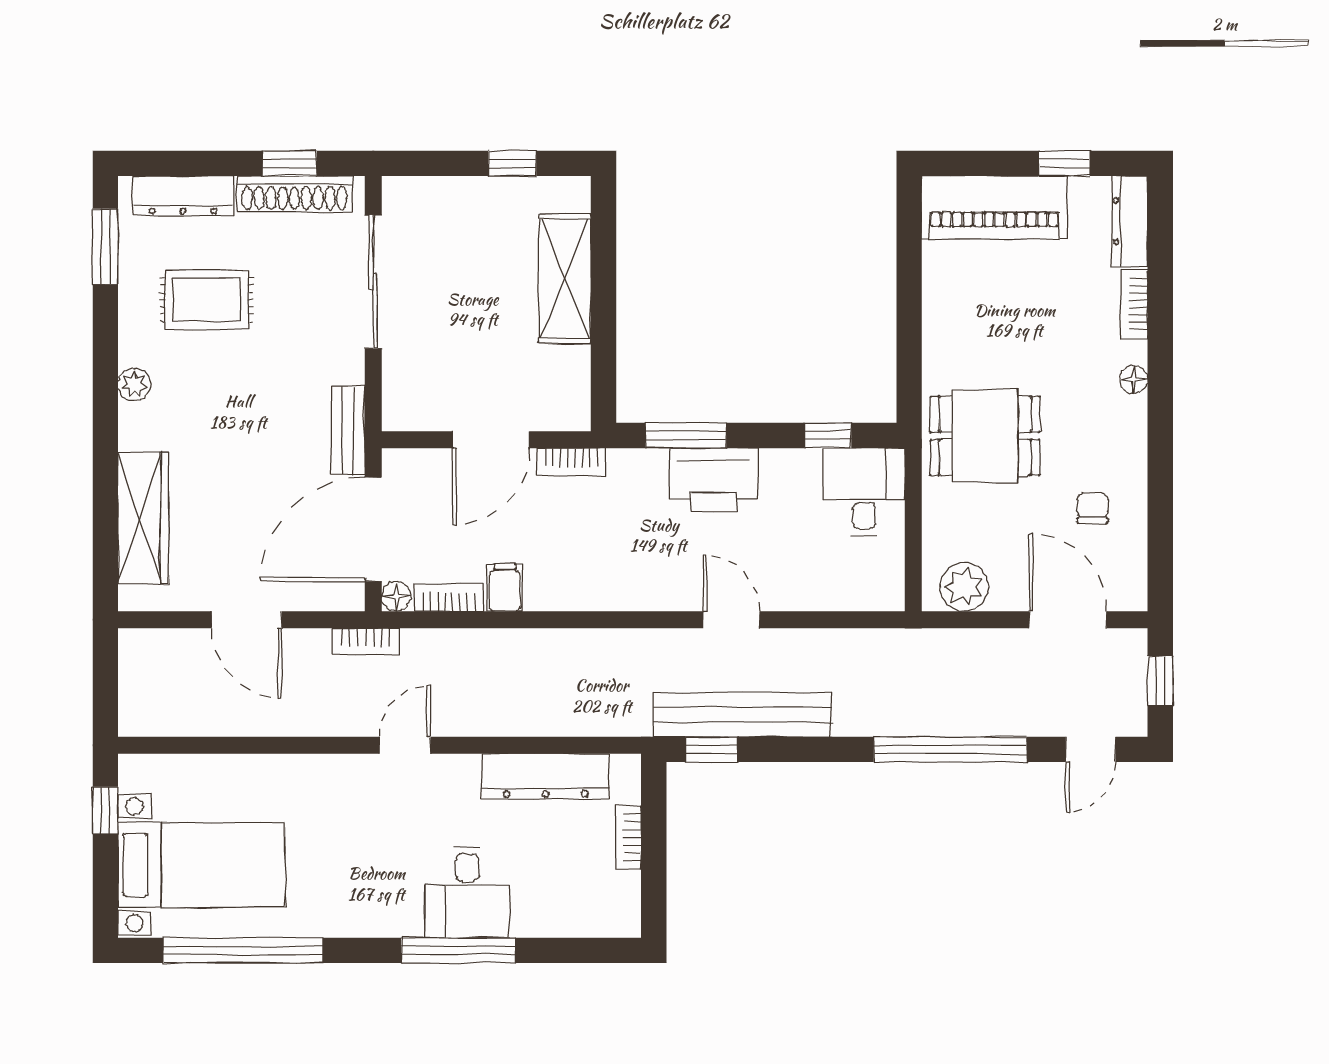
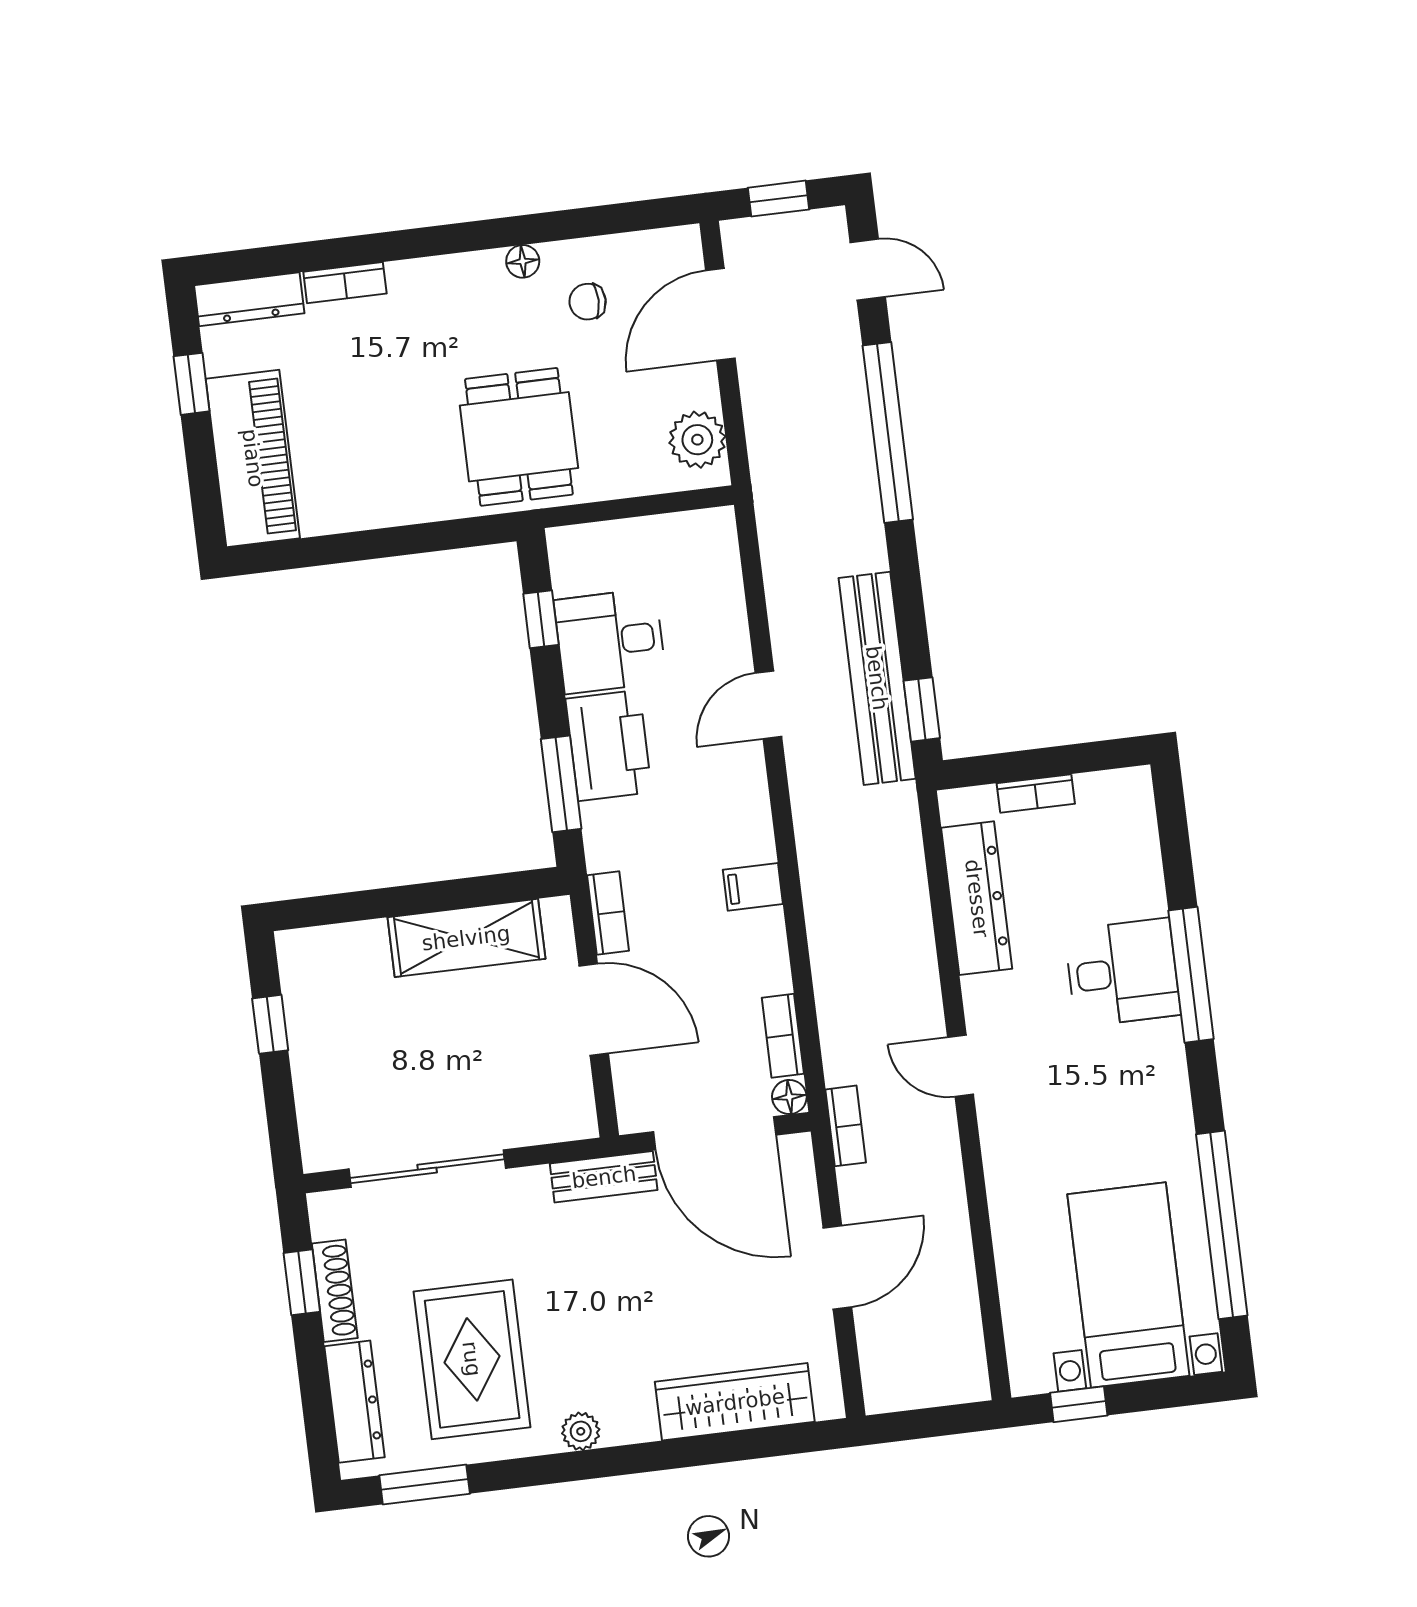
shoe rack: (295, 194) -> (335, 1291), width x0.74, depth x0.81
shelving: (565, 279) -> (466, 938), moved
rug: (207, 300) -> (472, 1359), width x1.36, depth x1.43
floor lamp: (1134, 380) -> (523, 261), moved
desk: (864, 492) -> (610, 641), moved
filing cabinet: (505, 588) -> (753, 887), moved

